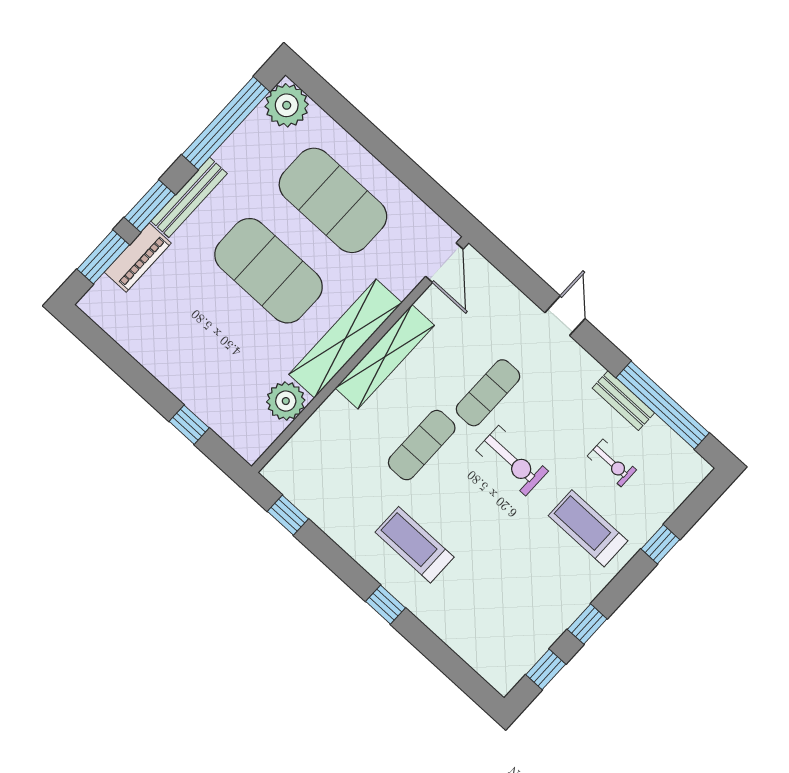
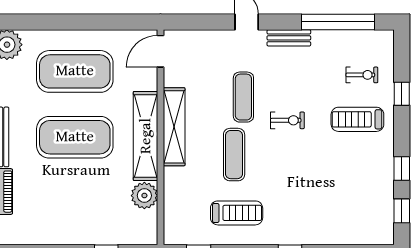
door: (444, 263) -> (161, 51), swing flipped
bench: (623, 400) -> (289, 38), moved
exercise bike: (512, 461) -> (287, 120), width x0.73, depth x0.72
exercise bike: (612, 463) -> (362, 75), moved
treadmill: (415, 545) -> (237, 213), moved, turned 180

